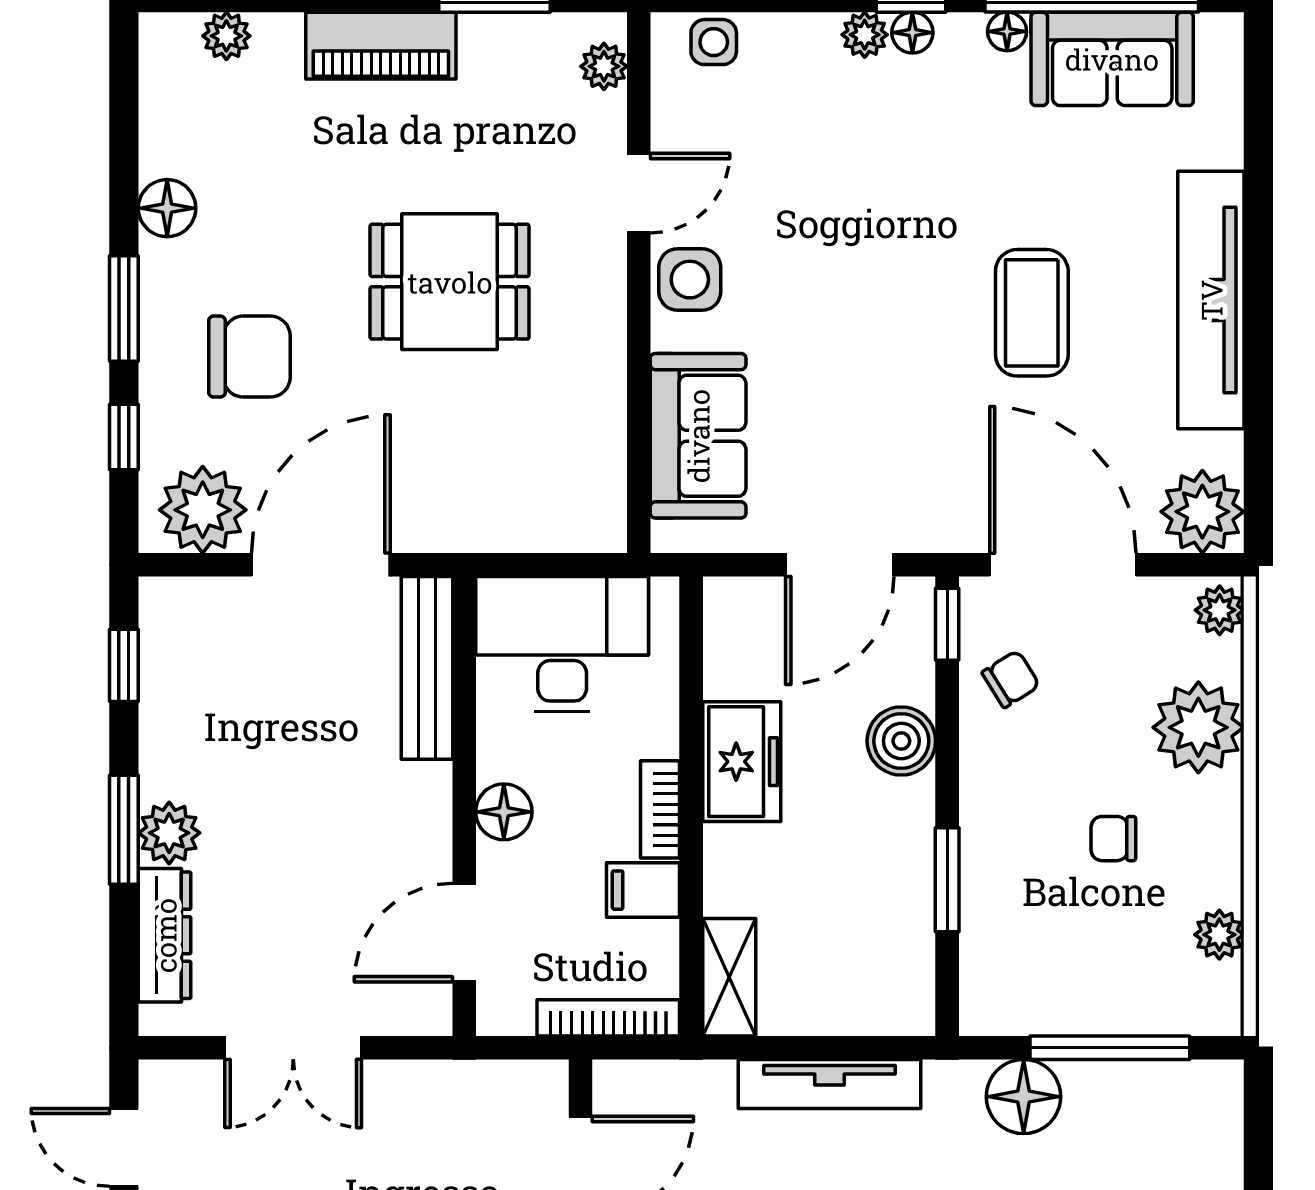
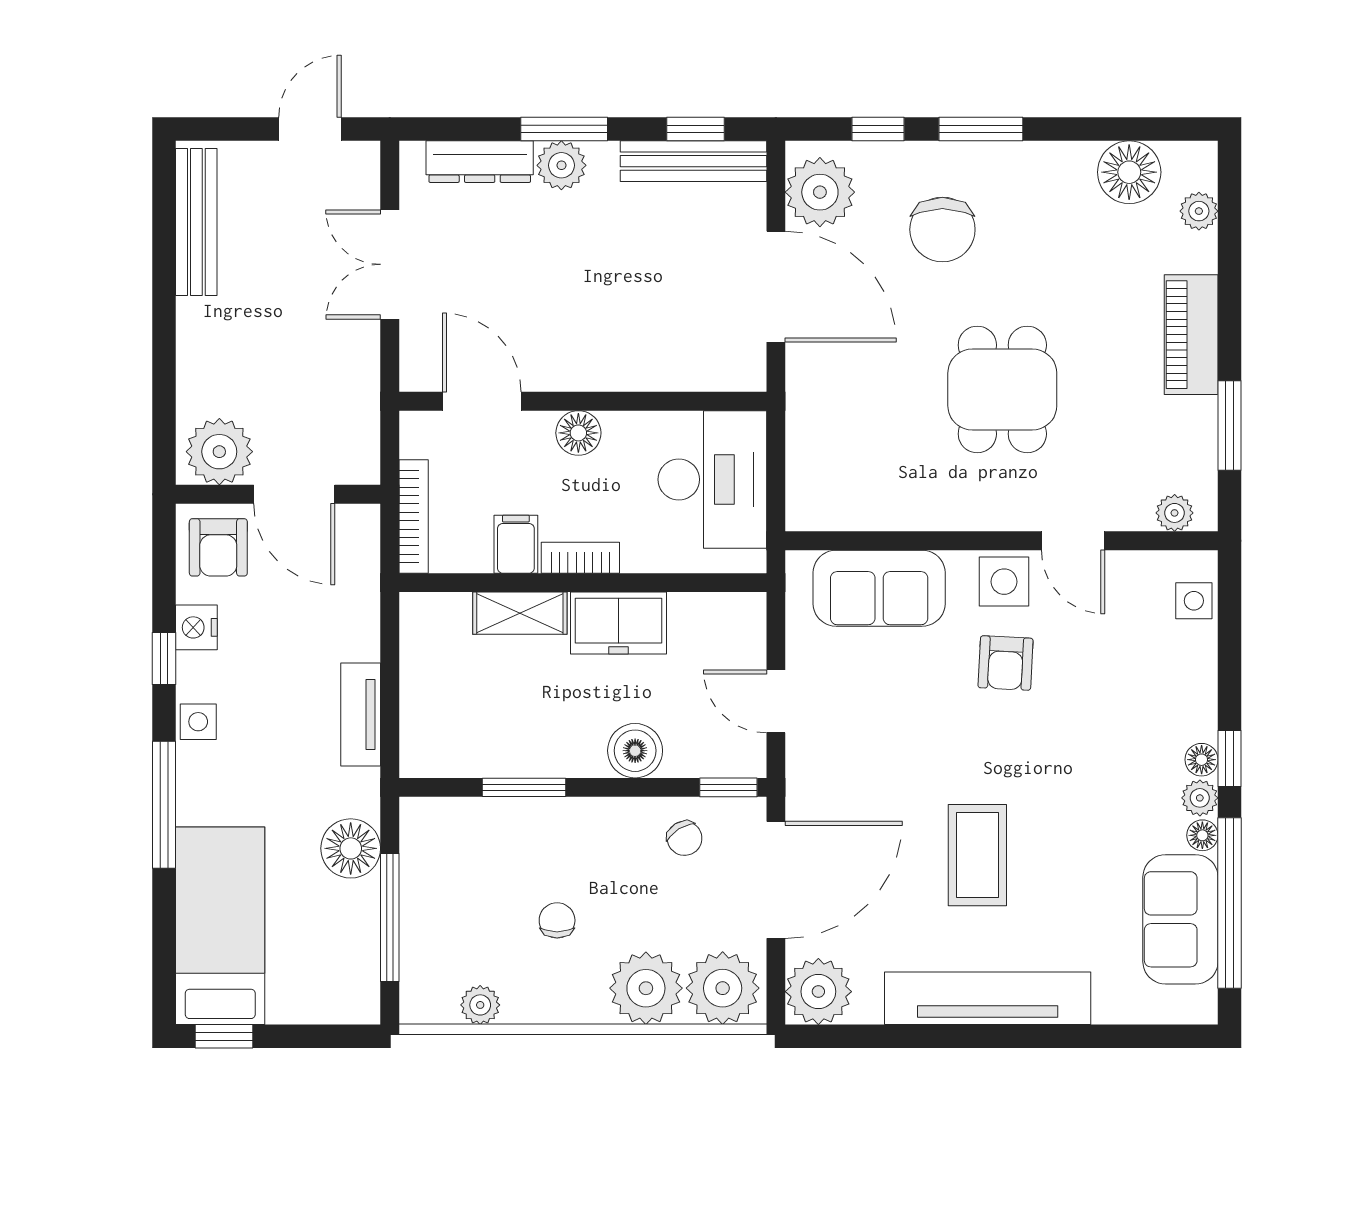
plant: (865, 35) -> (1200, 798), moved
floor lamp: (167, 208) -> (1129, 172), moved, width x1.38, depth x1.38
armchair: (792, 278) -> (1006, 663), added
coffee table: (1032, 313) -> (977, 855), turned 90
door: (840, 565) -> (776, 701), width x0.73
plant: (1220, 610) -> (723, 988), width x1.88, depth x1.88
bench: (427, 668) -> (693, 161), moved
shelving: (729, 977) -> (520, 613), moved
tv unit: (830, 1084) -> (361, 714), width x0.71

